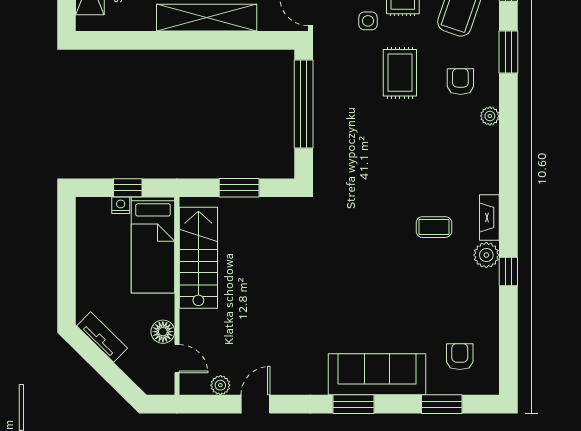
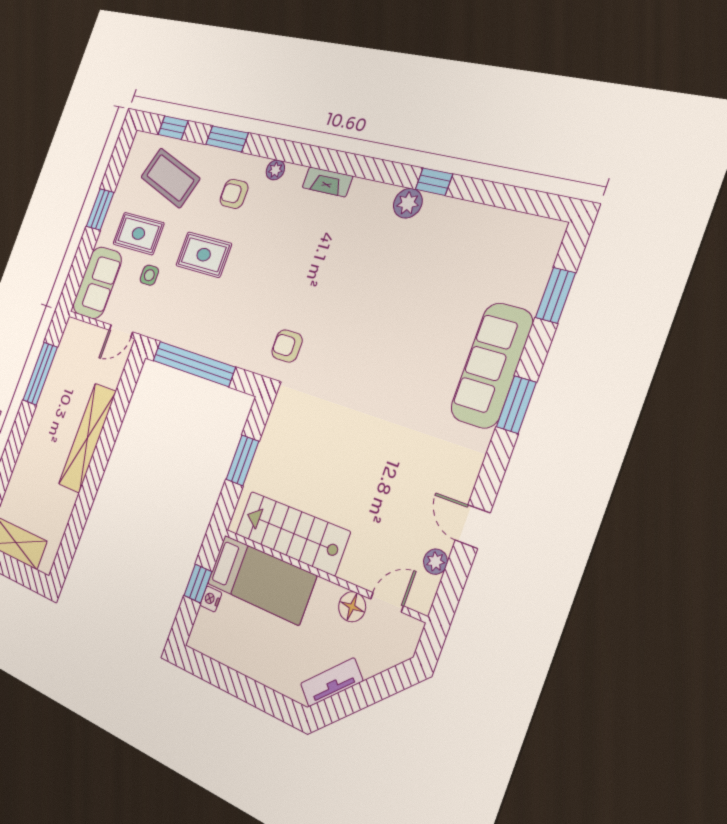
fireplace: (489, 217) -> (327, 182), moved
coffee table: (434, 227) -> (358, 256), removed
armchair: (460, 357) -> (287, 346), moved

